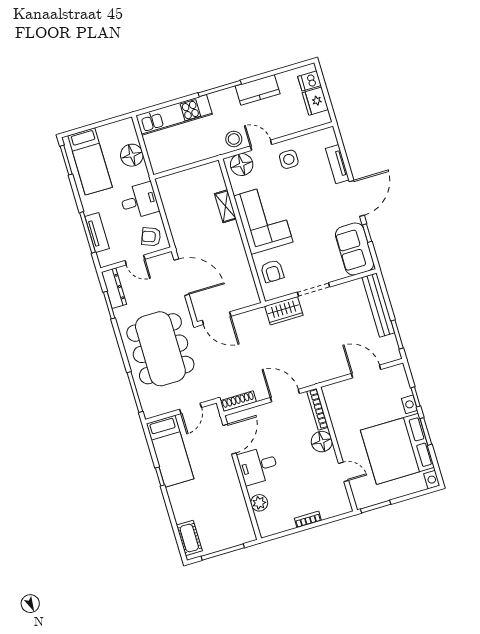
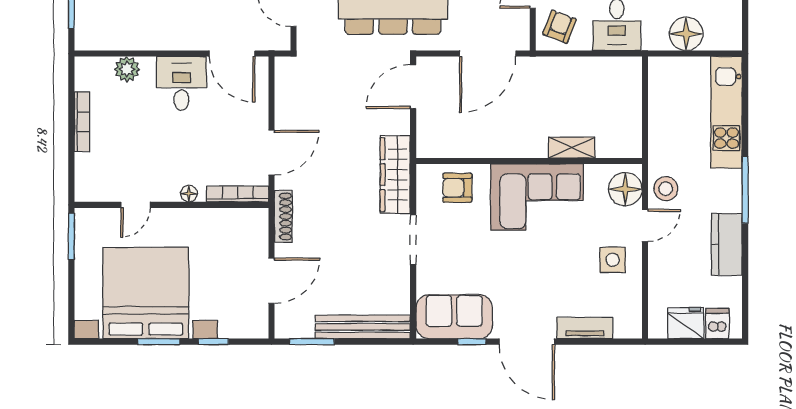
wardrobe: (284, 311) -> (395, 175), width x1.50
shoe rack: (238, 401) -> (283, 216), moved
floor lamp: (322, 442) -> (189, 194), width x0.53, depth x0.53
bookcase: (308, 519) -> (82, 122), width x1.56

